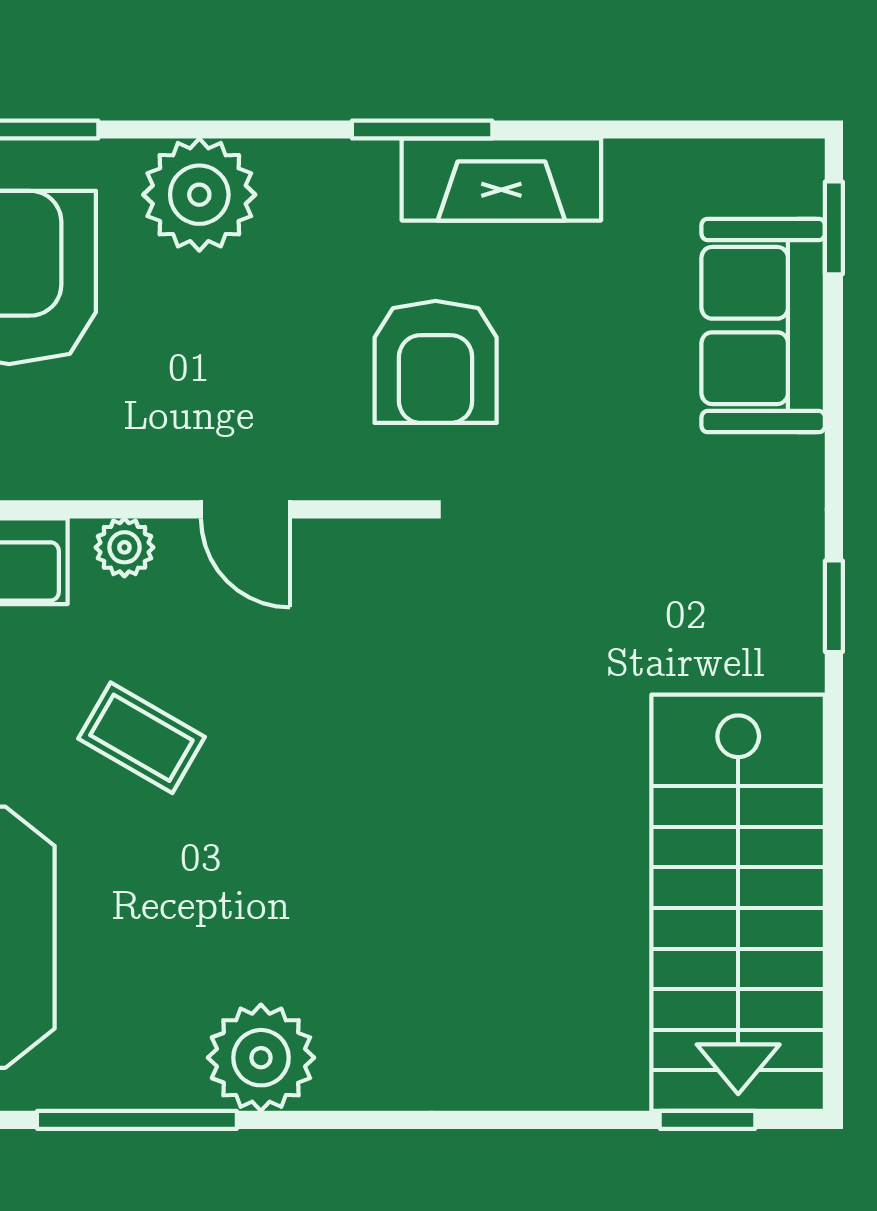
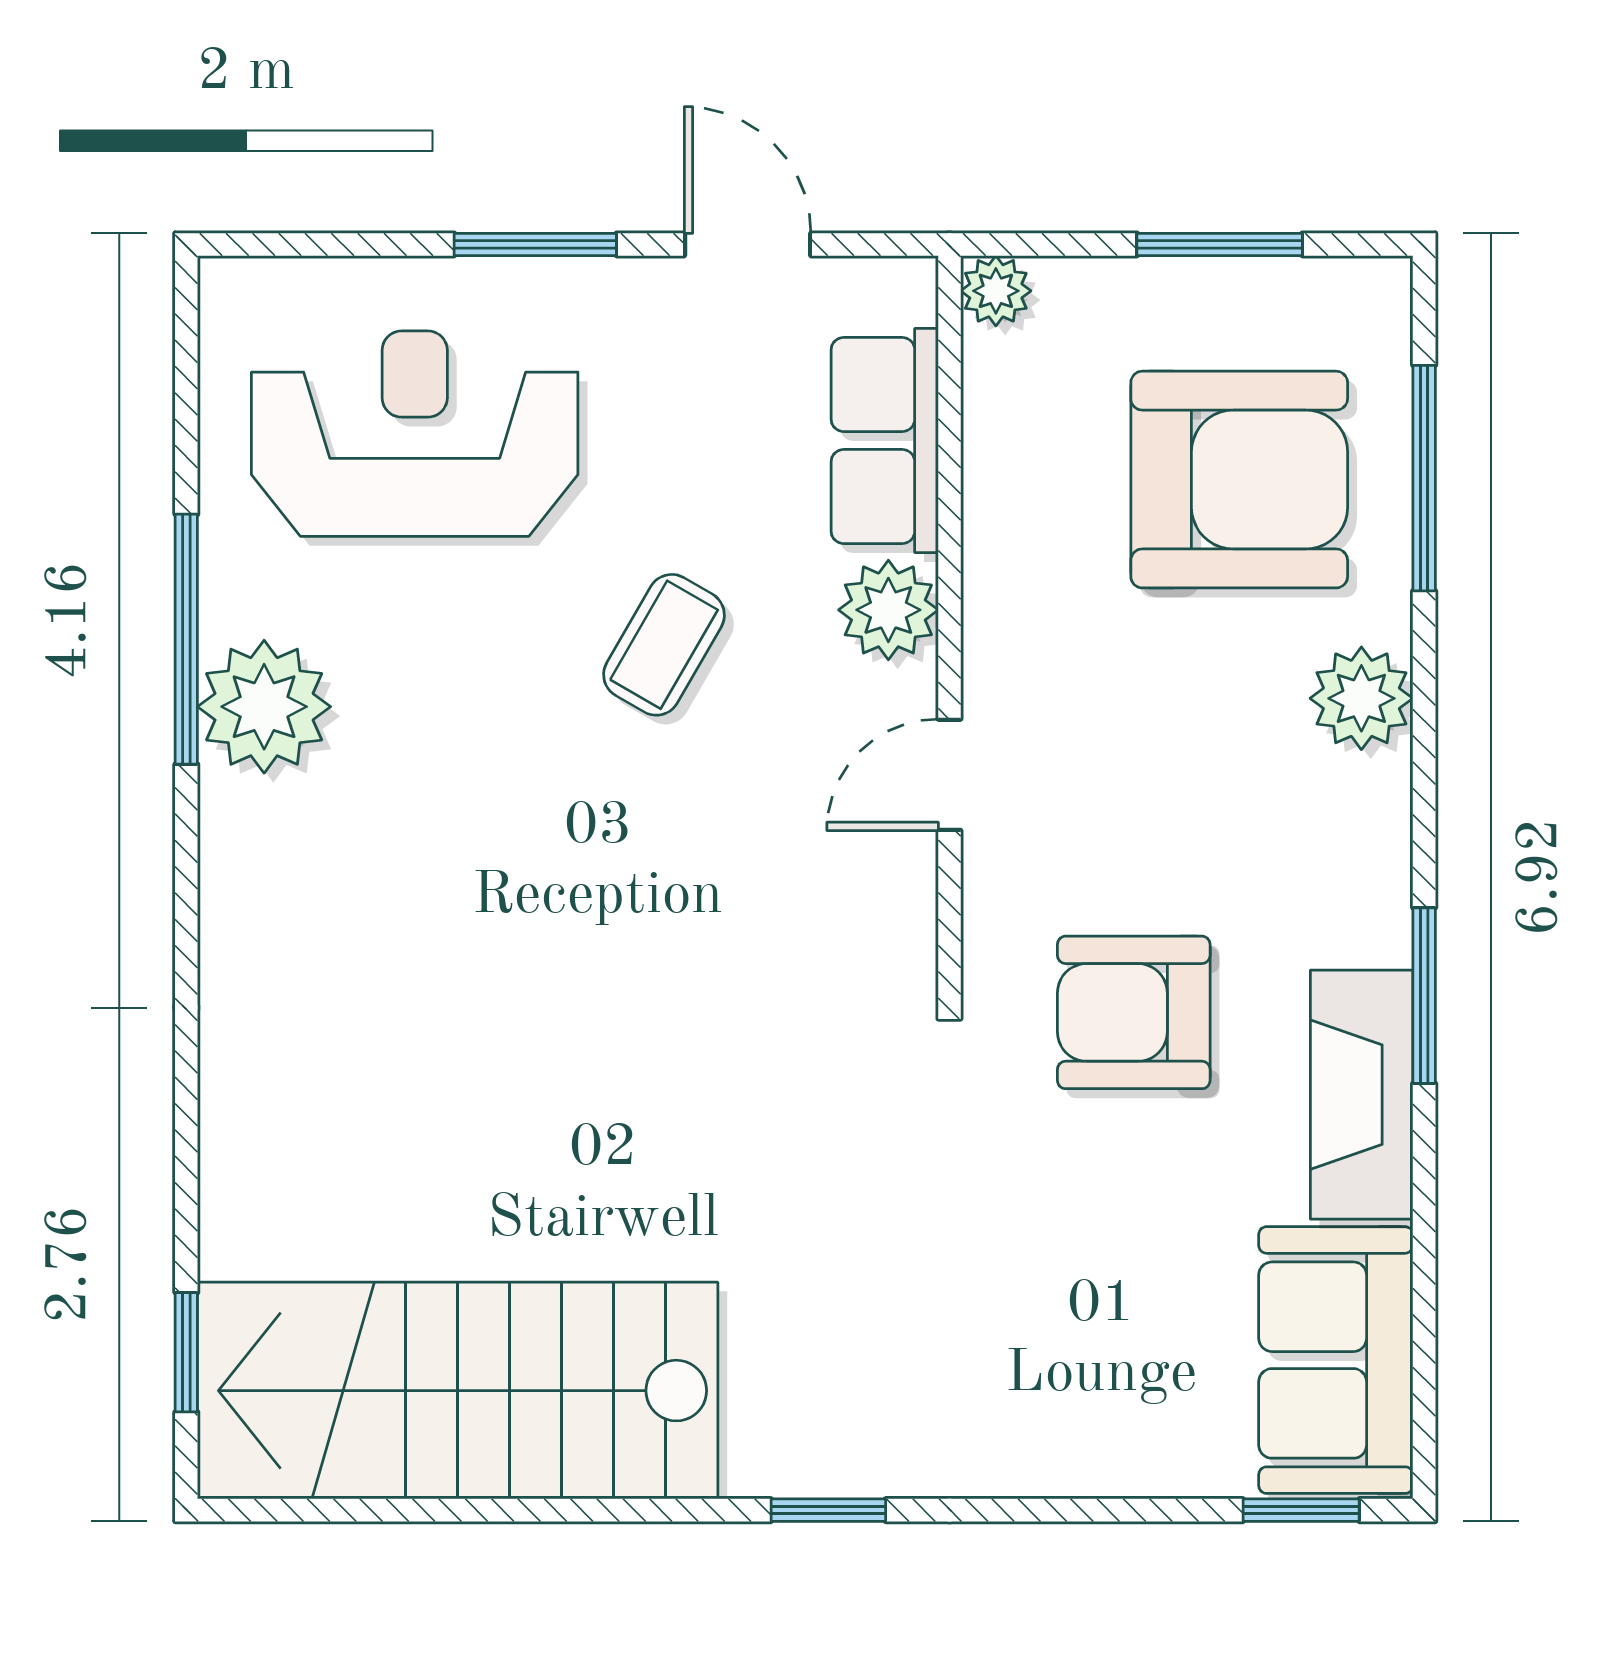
plant: (199, 195) -> (1361, 698), width x0.73, depth x0.73
sofa: (763, 325) -> (1336, 1360), moved, turned -90
plant: (124, 547) -> (888, 610), width x1.38, depth x1.38
plant: (261, 1058) -> (264, 707), moved

